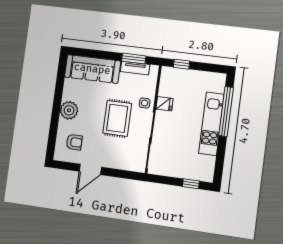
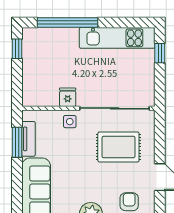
window: (182, 64) -> (17, 49), moved
rug: (117, 118) -> (118, 147), moved
kitchen unit: (211, 124) -> (117, 38), moved

